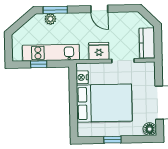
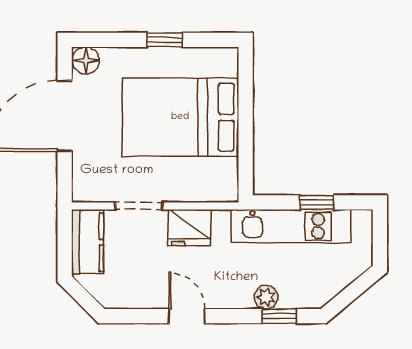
window: (55, 10) -> (280, 316), width x0.67
plant: (50, 19) -> (266, 297), moved
nightstand: (82, 77) -> (226, 173), removed

